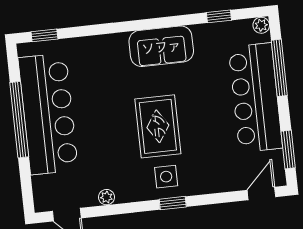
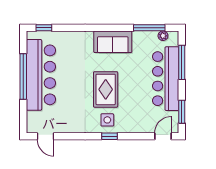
window: (219, 16) -> (149, 28), width x2.17
plant: (261, 25) -> (163, 36), moved
plant: (106, 197) -> (70, 128), removed

